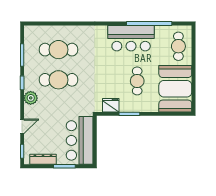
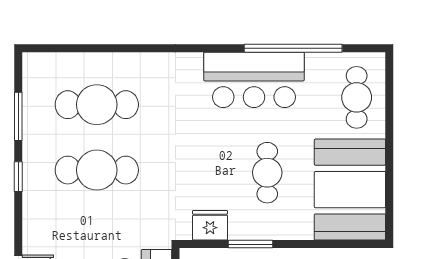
plant: (31, 98) -> (37, 209), removed

